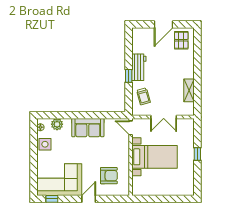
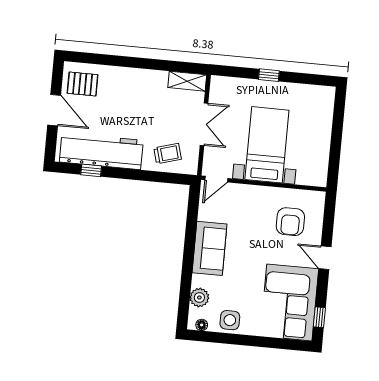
workbench: (139, 67) -> (101, 151), width x1.88, depth x1.32
window: (129, 76) -> (91, 170), moved
shelving: (189, 90) -> (187, 81), moved
armchair: (109, 176) -> (290, 222), turned 180

